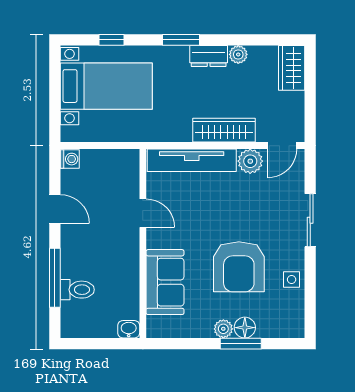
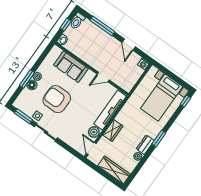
window: (112, 40) -> (185, 101), moved
wardrobe: (292, 68) -> (114, 170), width x1.50
wardrobe: (224, 130) -> (113, 130), width x0.67
door: (55, 209) -> (129, 45), hinge flipped
sliding door: (310, 220) -> (46, 132), moved
toilet: (77, 290) -> (77, 21), moved
window: (310, 303) -> (23, 116), added
window: (98, 344) -> (66, 24), added

